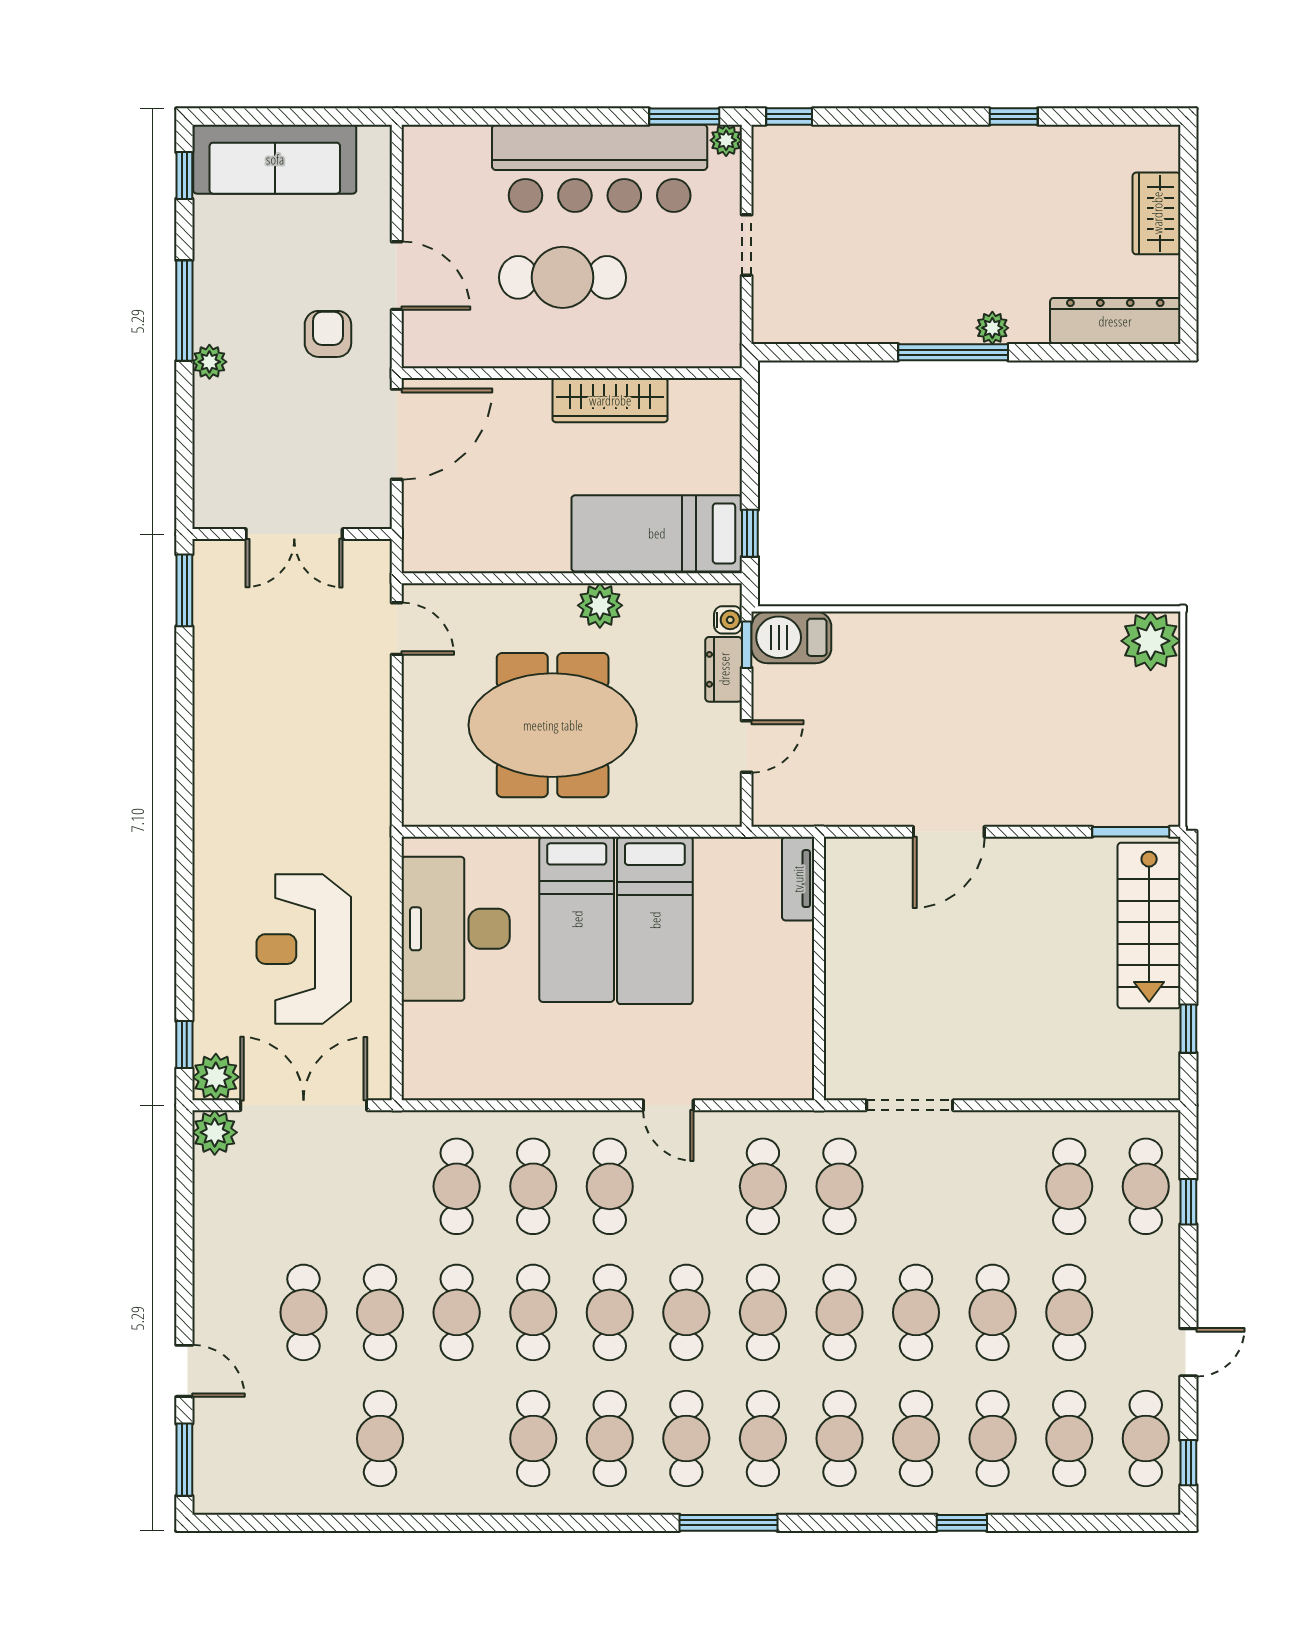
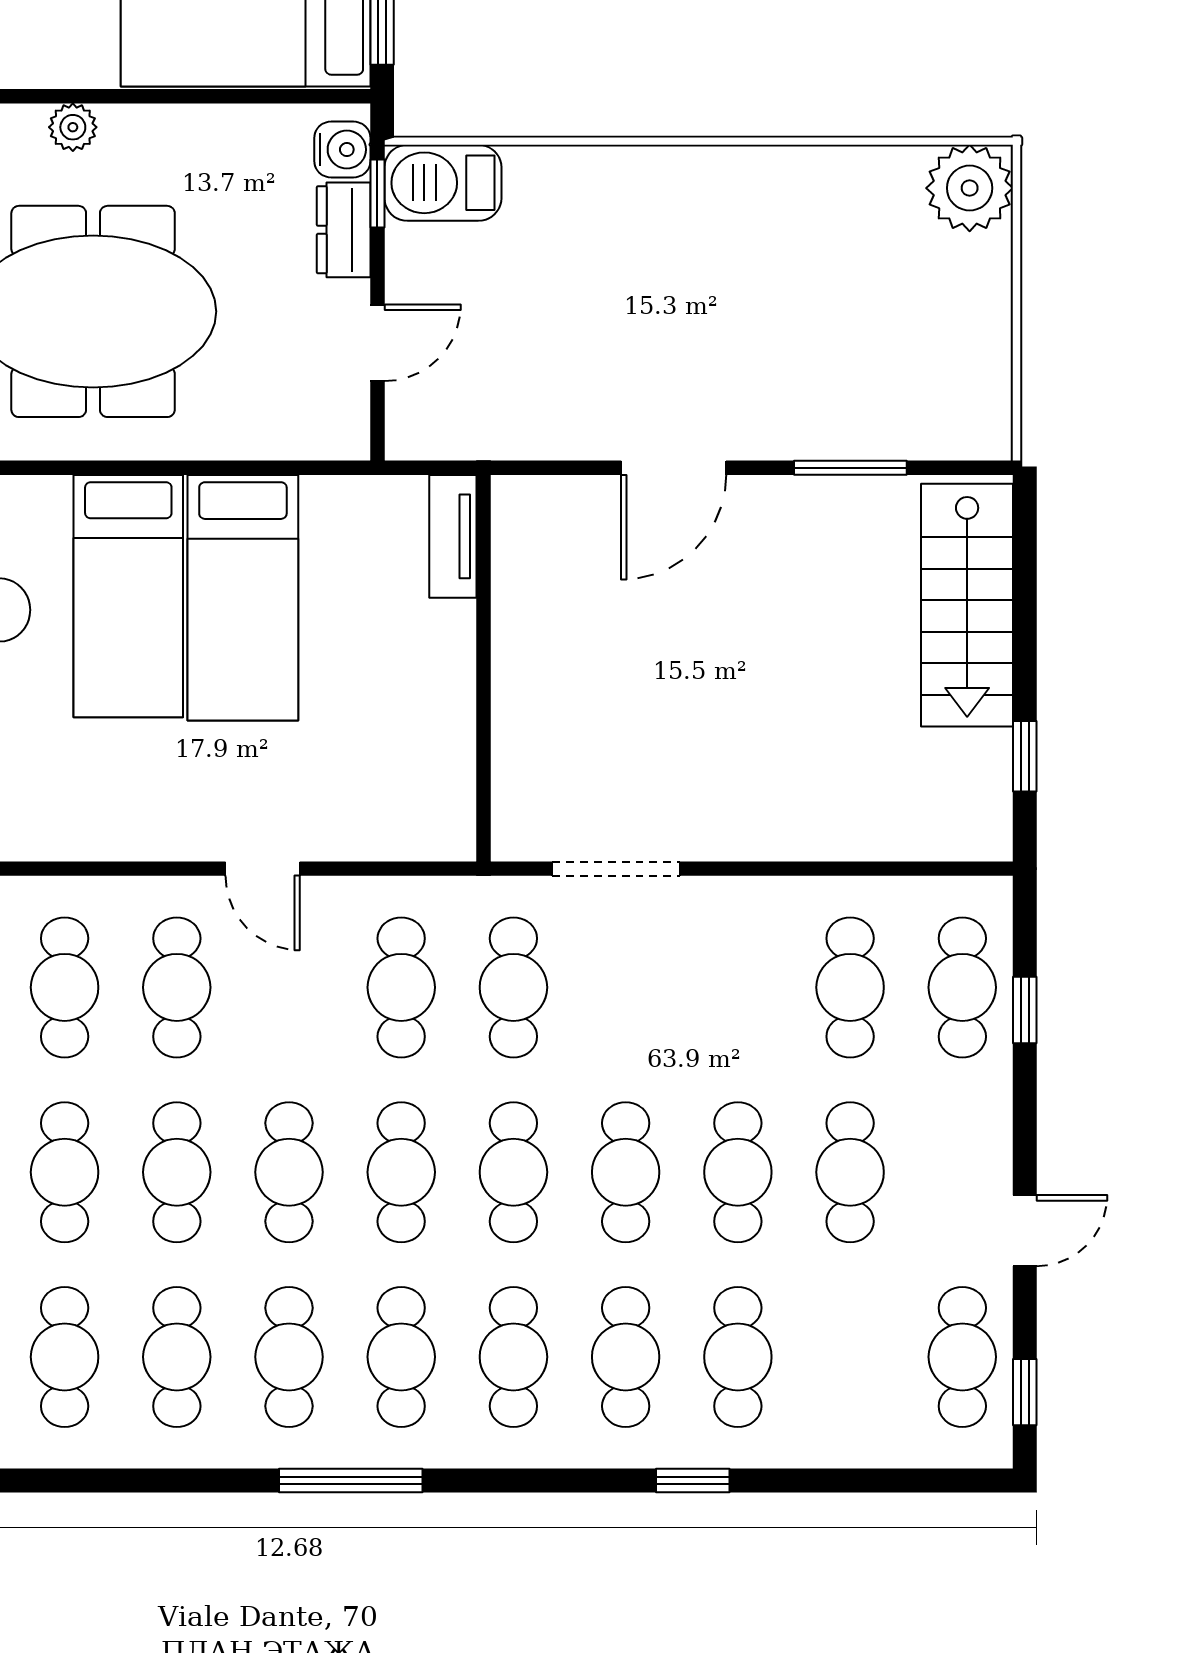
plant: (600, 605) -> (73, 127), moved, width x0.73, depth x0.73
water cooler: (728, 620) -> (342, 150), width x1.38, depth x1.38
window: (1131, 832) -> (850, 468), moved
cafe table: (1069, 1438) -> (850, 1357), removed

